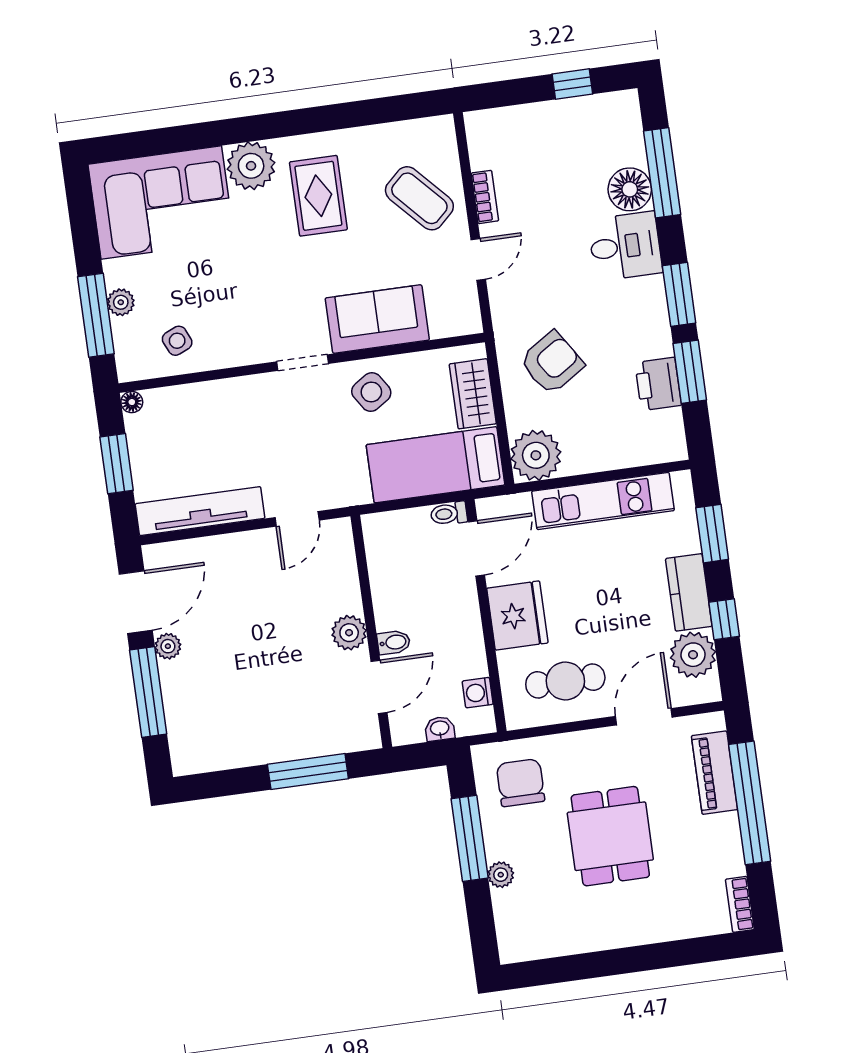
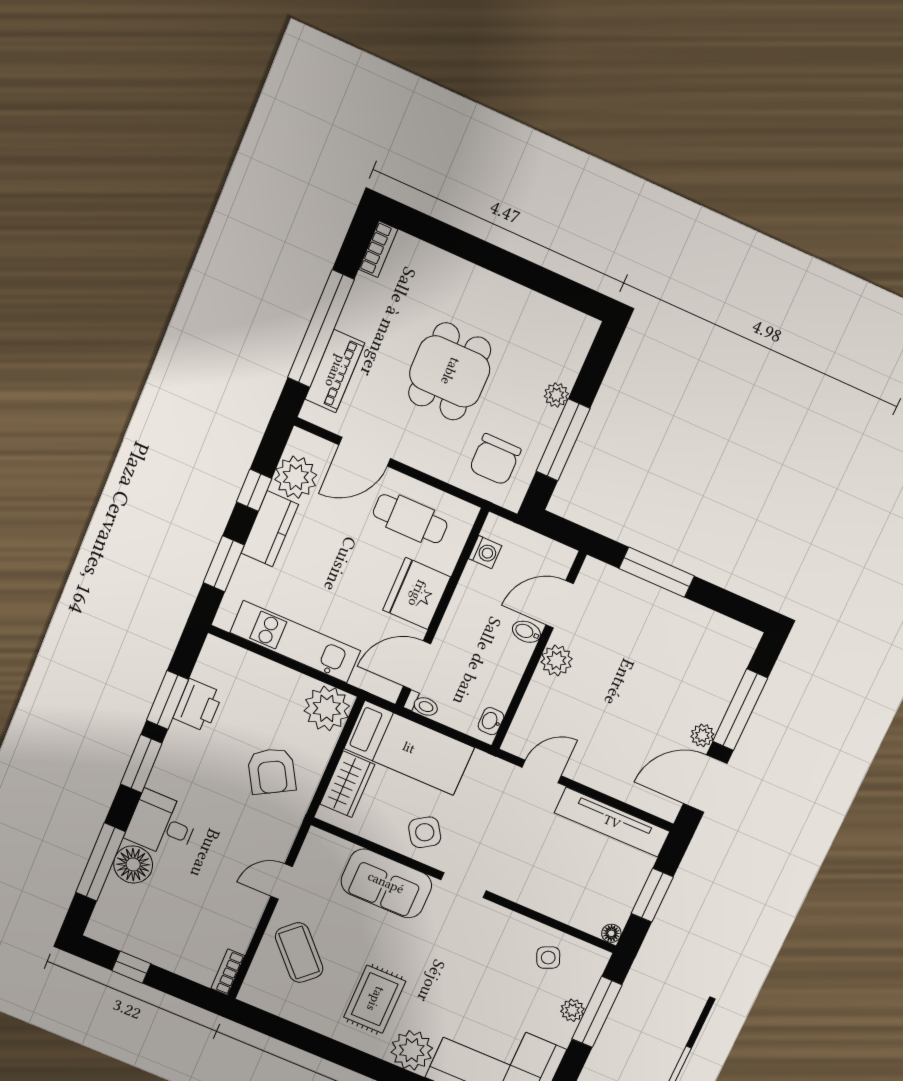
bookcase: (485, 197) -> (228, 972), moved
armchair: (552, 363) -> (272, 771), turned -87
washbasin: (440, 729) -> (491, 721), moved, turned 90

